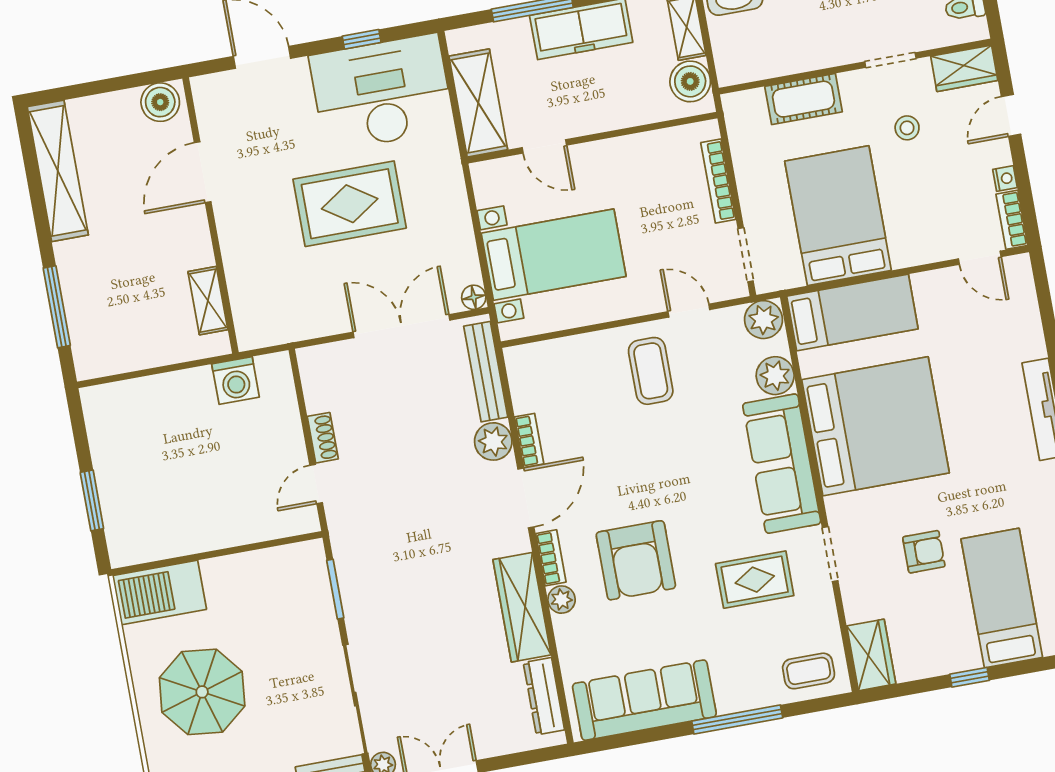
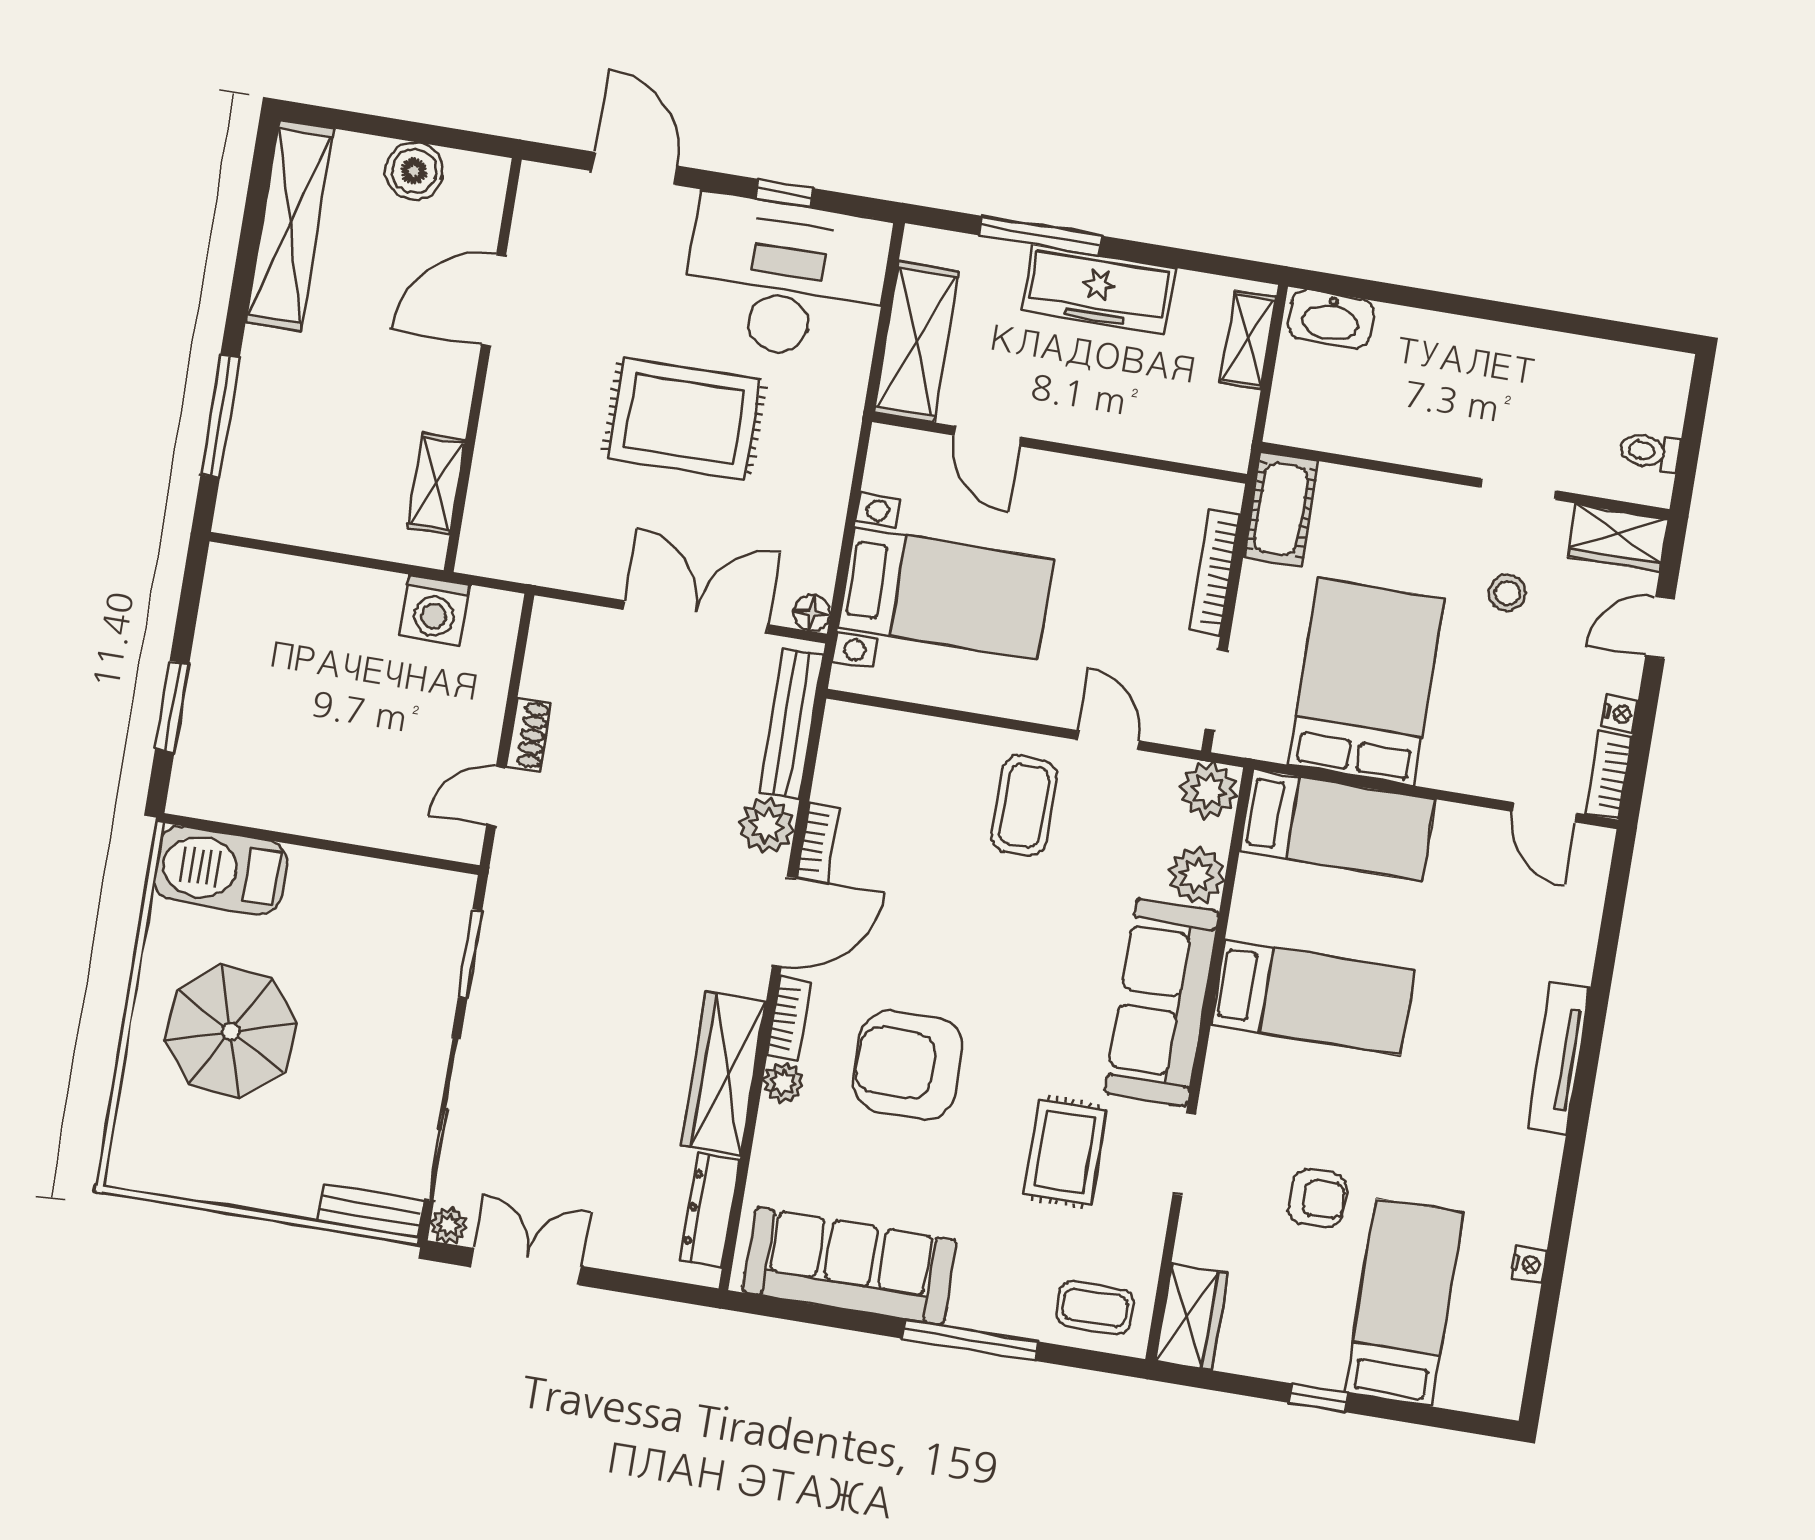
boiler: (690, 81) -> (1225, 418), removed
cot: (803, 99) -> (1281, 509), moved, turned 90
boiler: (160, 102) -> (414, 171), moved
bed: (876, 426) -> (1313, 997), width x0.49
armchair: (636, 560) -> (908, 1065), turned 90
rug: (755, 580) -> (1065, 1152), turned 90

